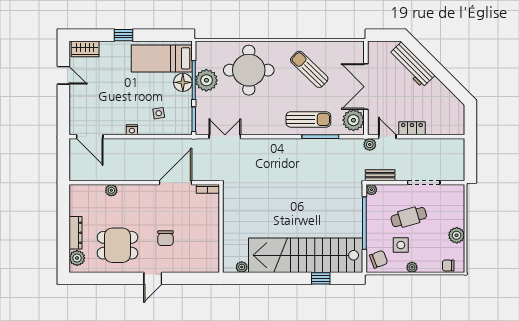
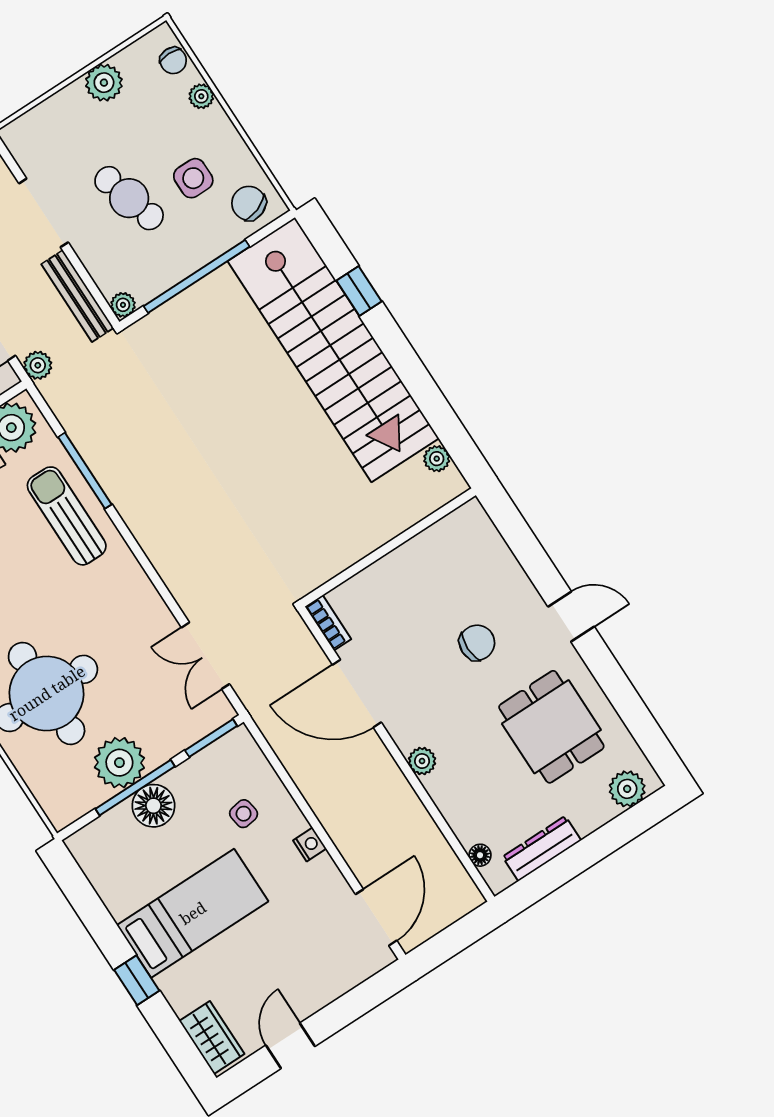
bed: (162, 58) -> (193, 913), moved, turned -90
bench: (380, 175) -> (77, 296), width x1.36
floor lamp: (88, 189) -> (480, 855), added
plant: (111, 190) -> (422, 761), moved
dresser: (76, 233) -> (542, 849), moved
plant: (412, 267) -> (201, 96), moved

